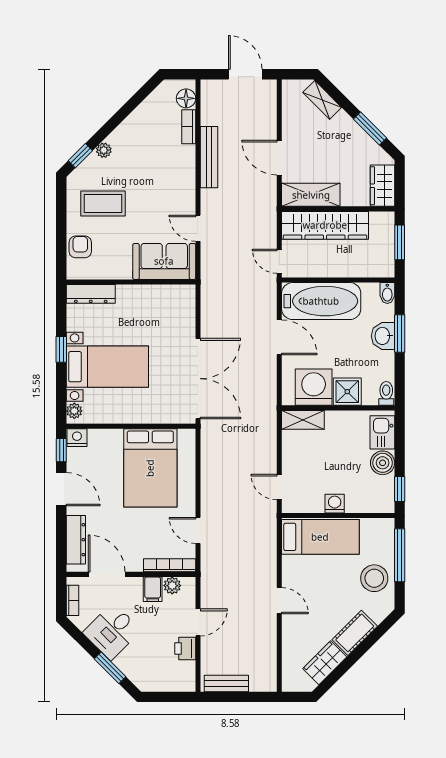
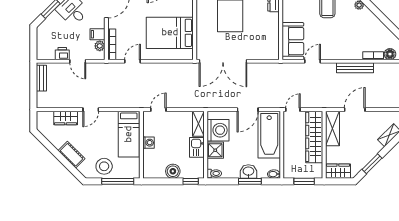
kitchen sink: (382, 432) -> (197, 147), moved, turned -90
window: (400, 489) -> (191, 181), moved
wardrobe: (325, 663) -> (66, 118), moved, turned 135

